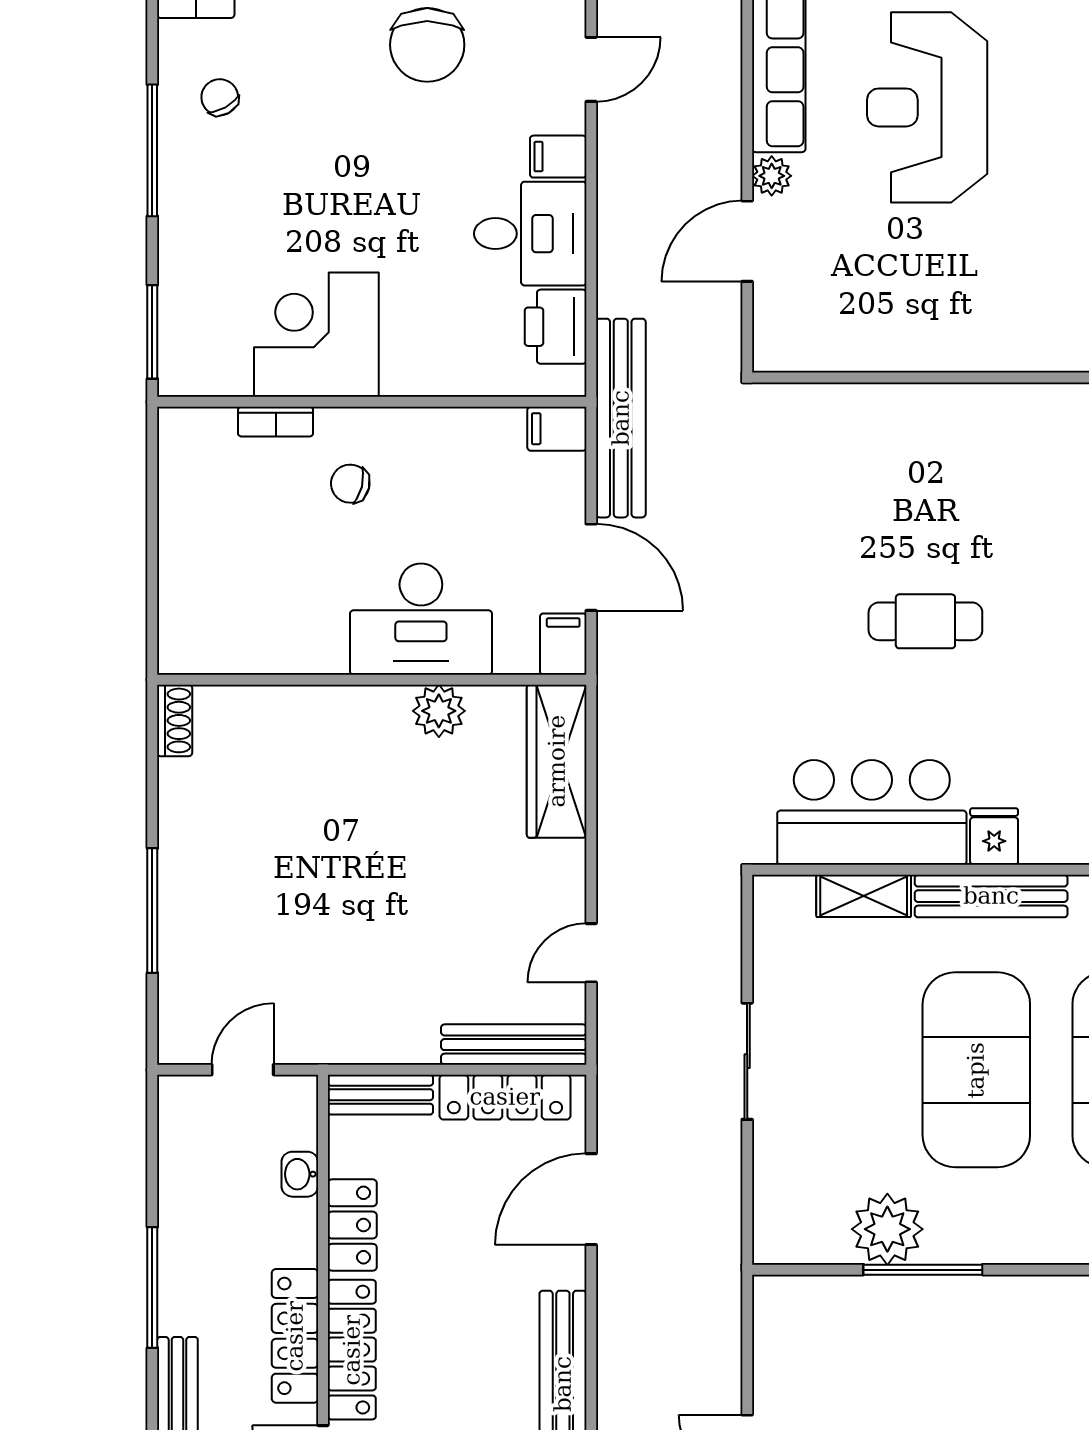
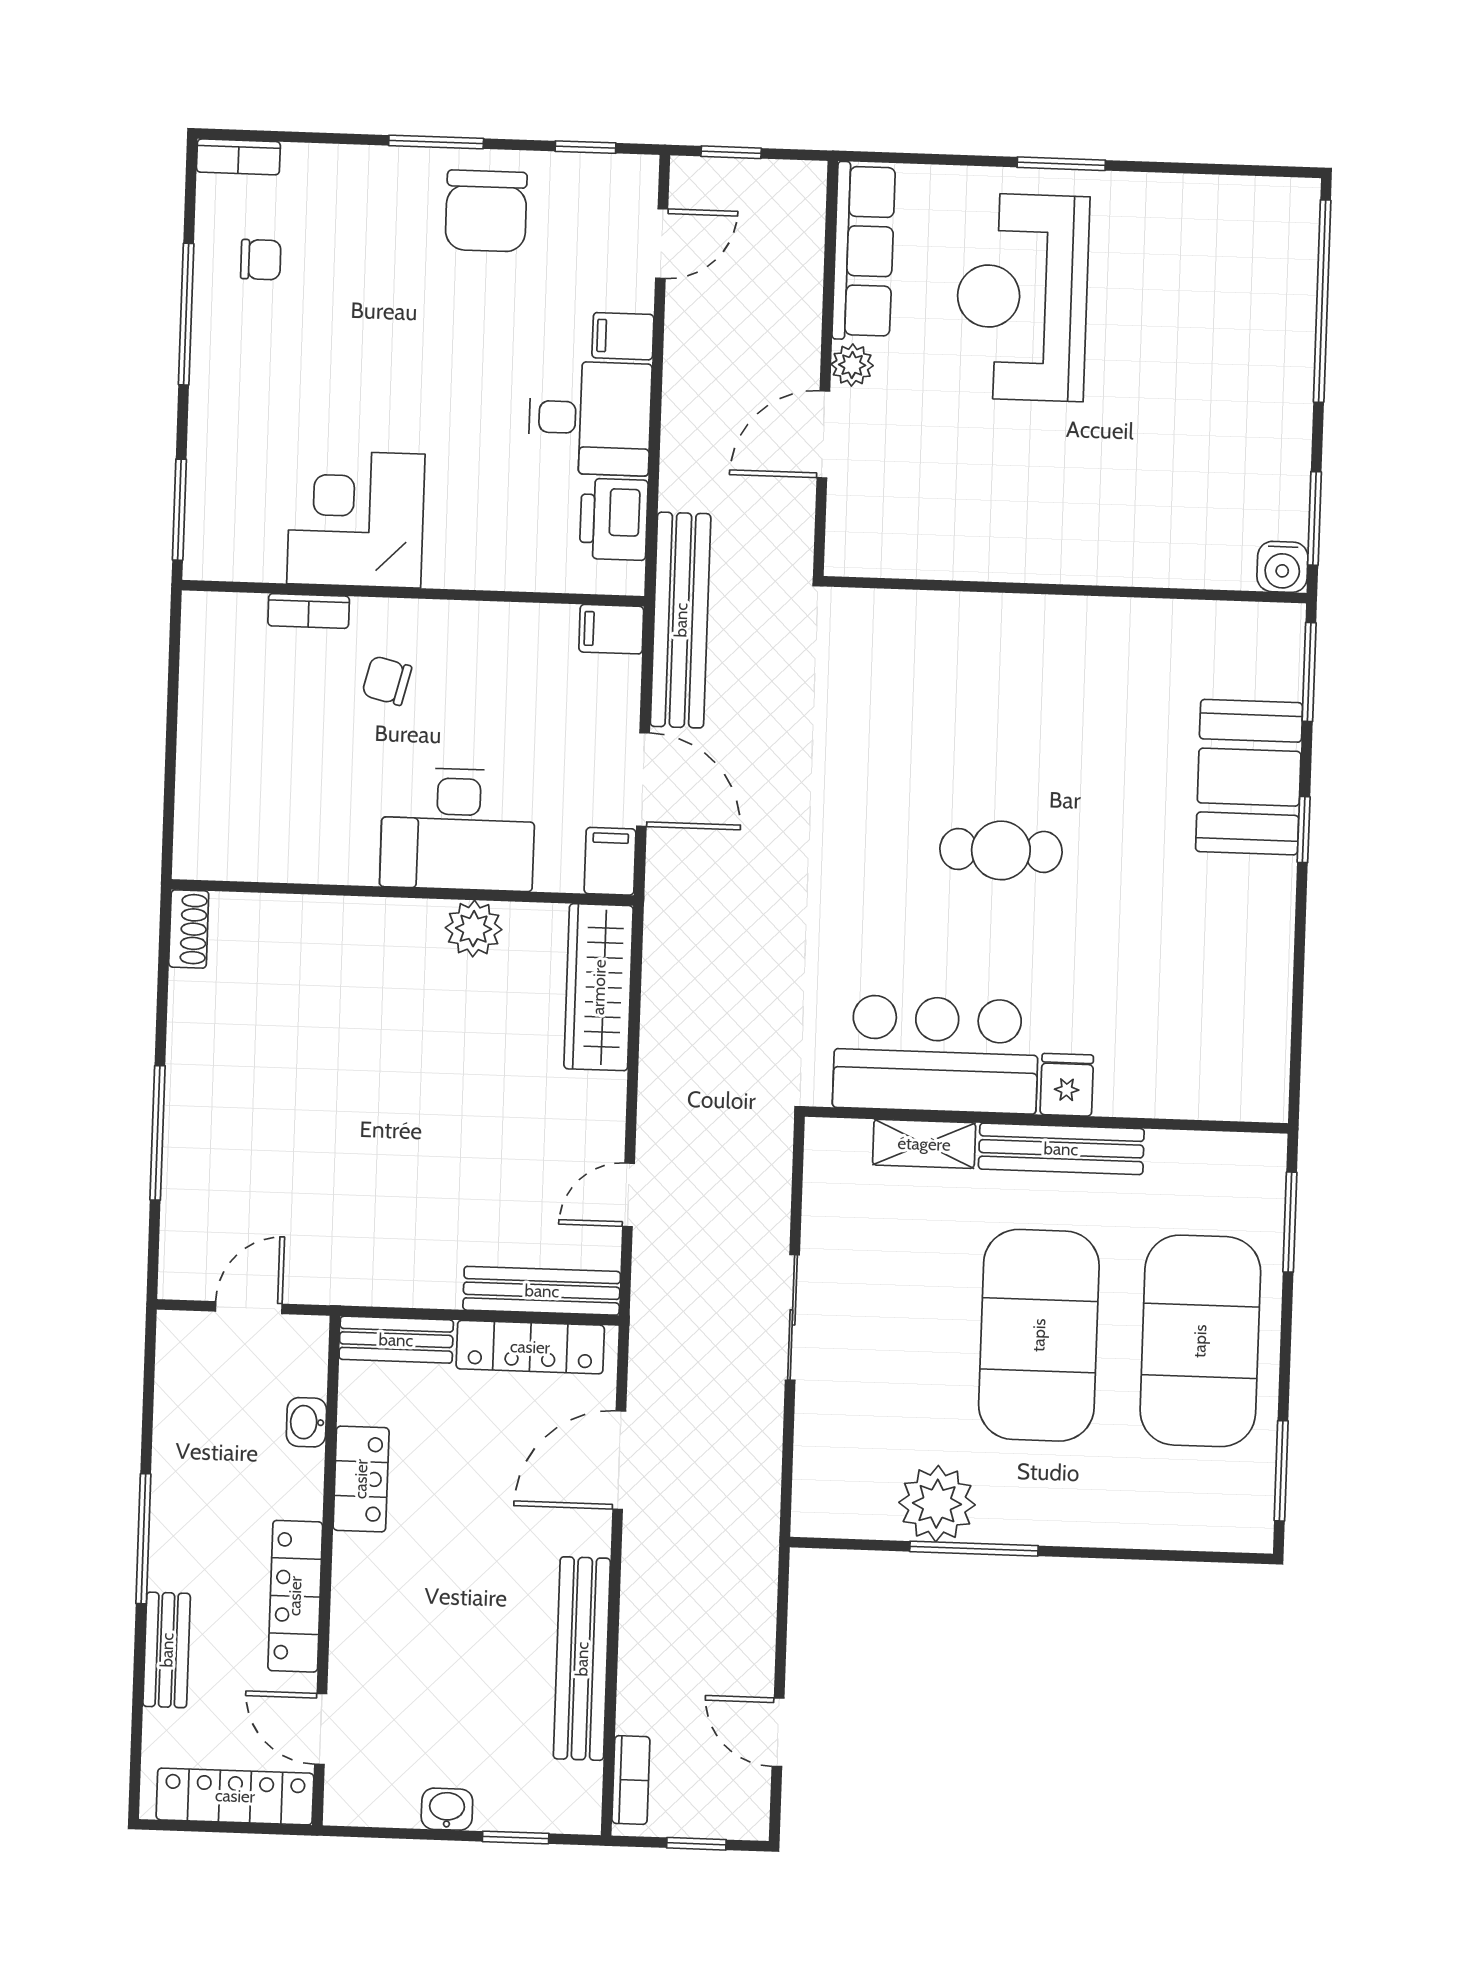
chair: (220, 97) -> (261, 260), turned 119
locker: (352, 1350) -> (356, 1613), removed

